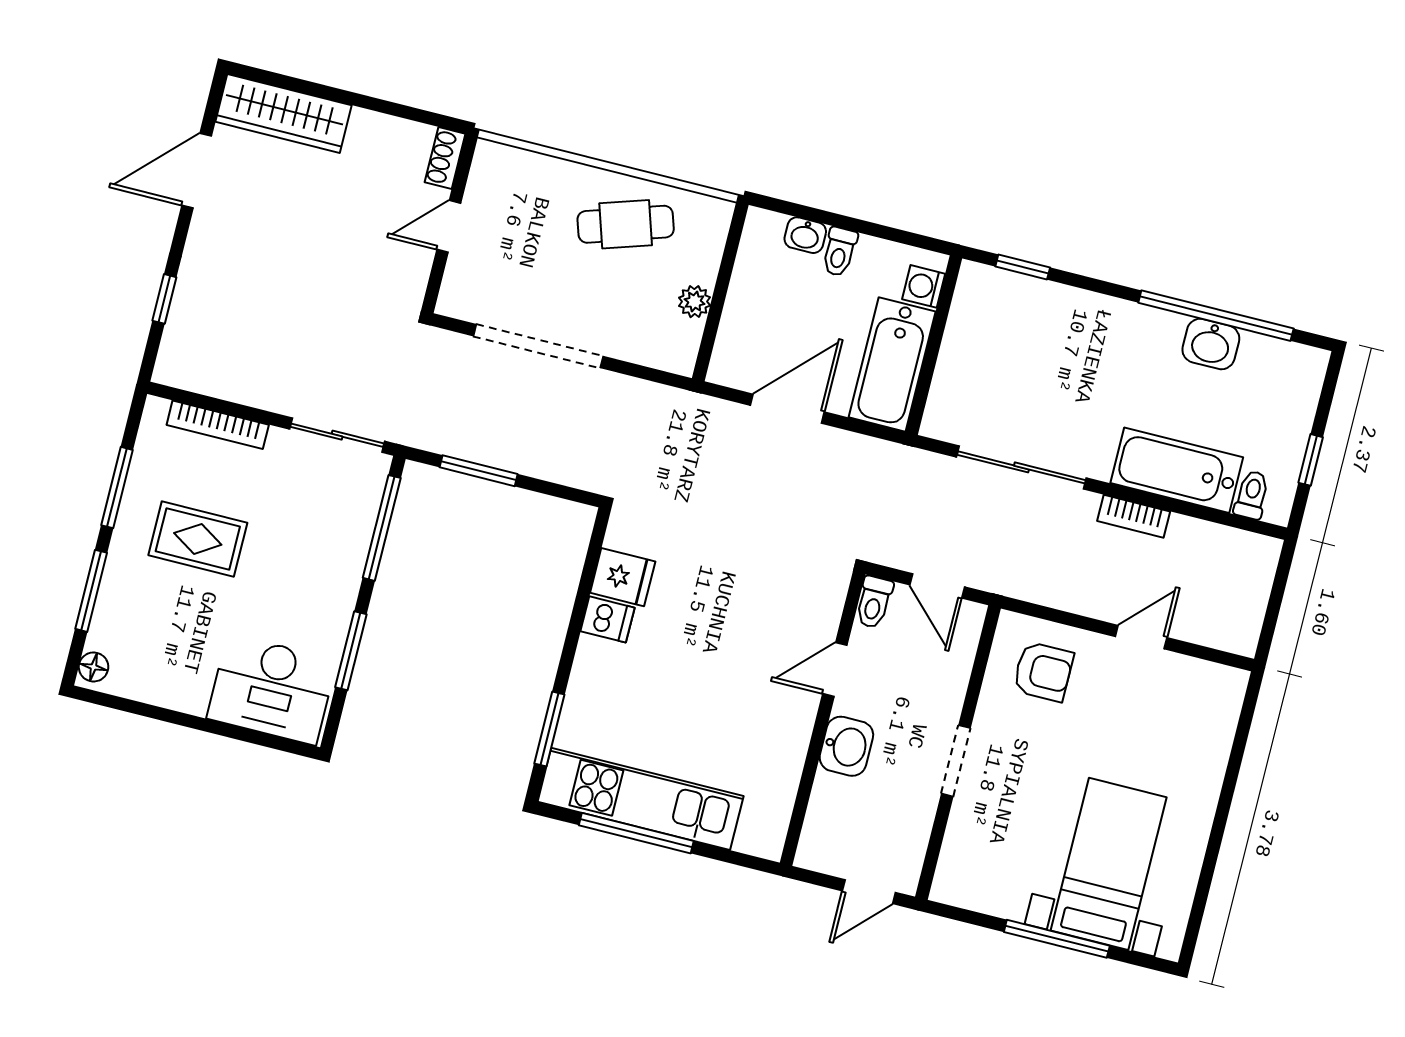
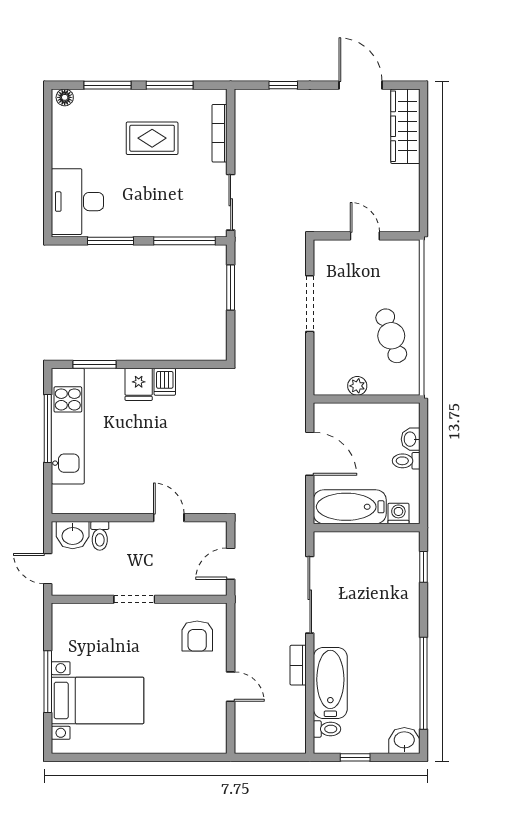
shoe rack: (445, 158) -> (403, 224), removed
washbasin: (1211, 344) -> (404, 741), moved, turned 90
doorway: (538, 346) -> (310, 304), width x0.73
rug: (198, 539) -> (152, 138), turned 90
fridge: (623, 577) -> (139, 384), moved
toilet: (874, 602) -> (100, 536), moved, turned -90
washbasin: (846, 746) -> (73, 535), moved

